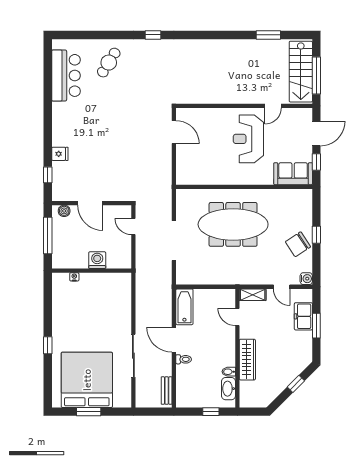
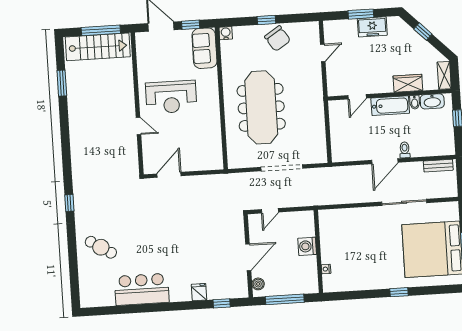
bar counter: (66, 75) -> (142, 289), moved
door: (273, 106) -> (138, 126), moved
water cooler: (306, 279) -> (226, 33), moved
shelving: (253, 295) -> (444, 75), moved
bathtub: (184, 307) -> (390, 106), moved, turned 180
freezer: (303, 316) -> (372, 27), moved
wardrobe: (247, 360) -> (408, 83), width x0.67

